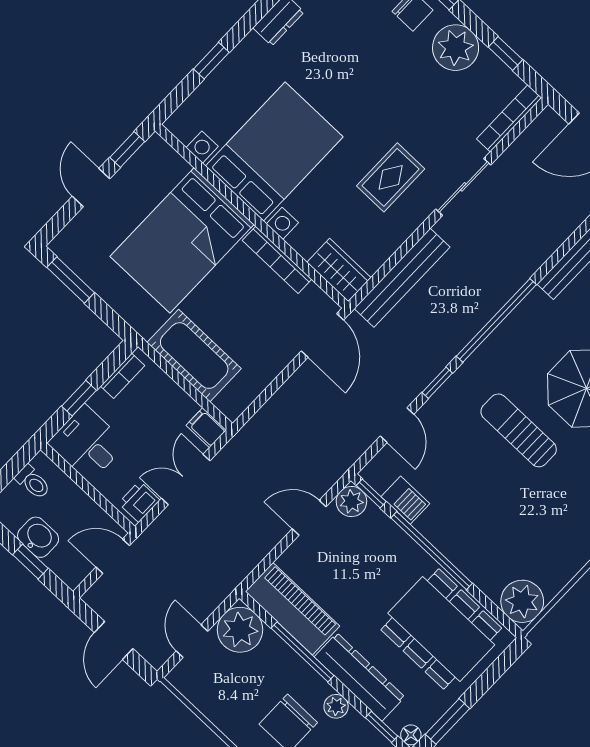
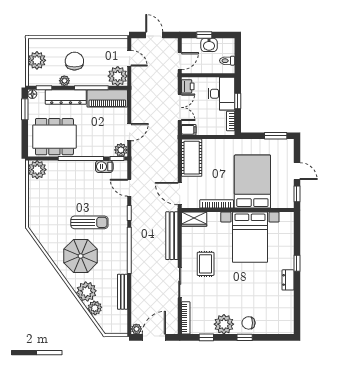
window: (211, 61) -> (297, 263), moved
cot: (194, 356) -> (192, 158), moved, turned 90
desk: (87, 443) -> (222, 94), width x1.37

